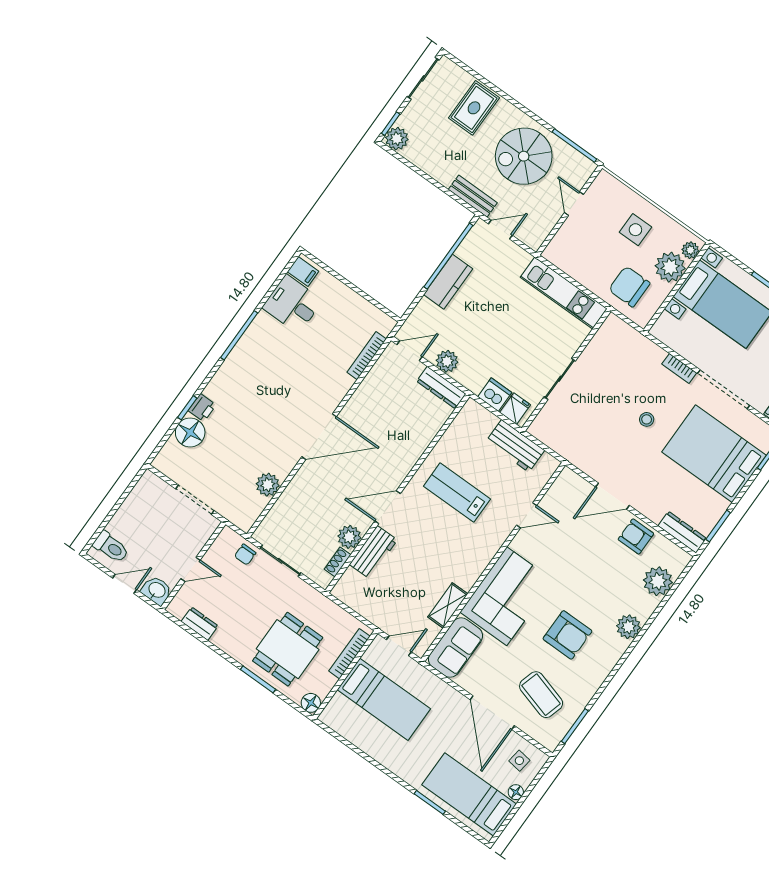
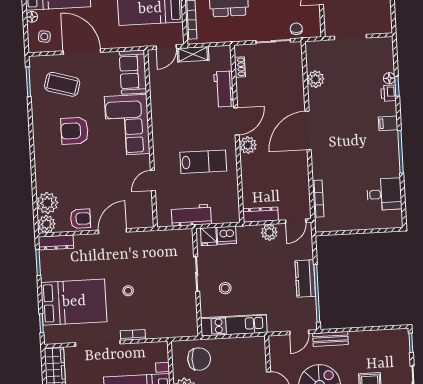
plant: (397, 139) -> (400, 337), removed
filing cabinet: (303, 271) -> (388, 123), moved
stool: (541, 340) -> (225, 288), added
floor lamp: (190, 432) -> (389, 78), width x0.53, depth x0.53
plant: (349, 537) -> (248, 145), moved
shelving: (448, 605) -> (193, 54), moved, turned 90
plant: (628, 627) -> (47, 224), moved

